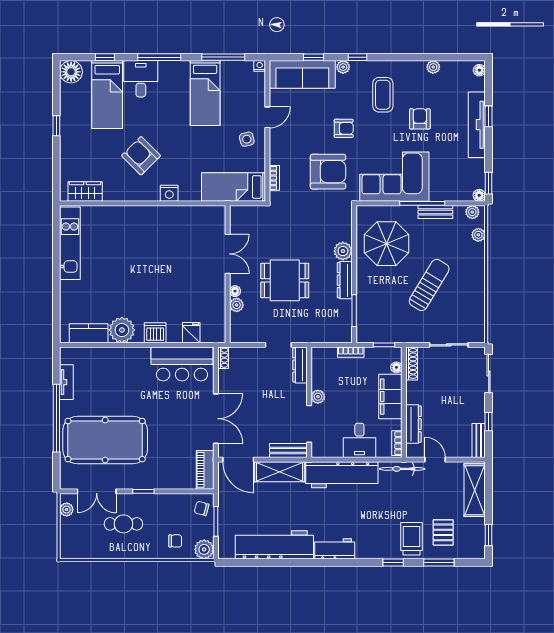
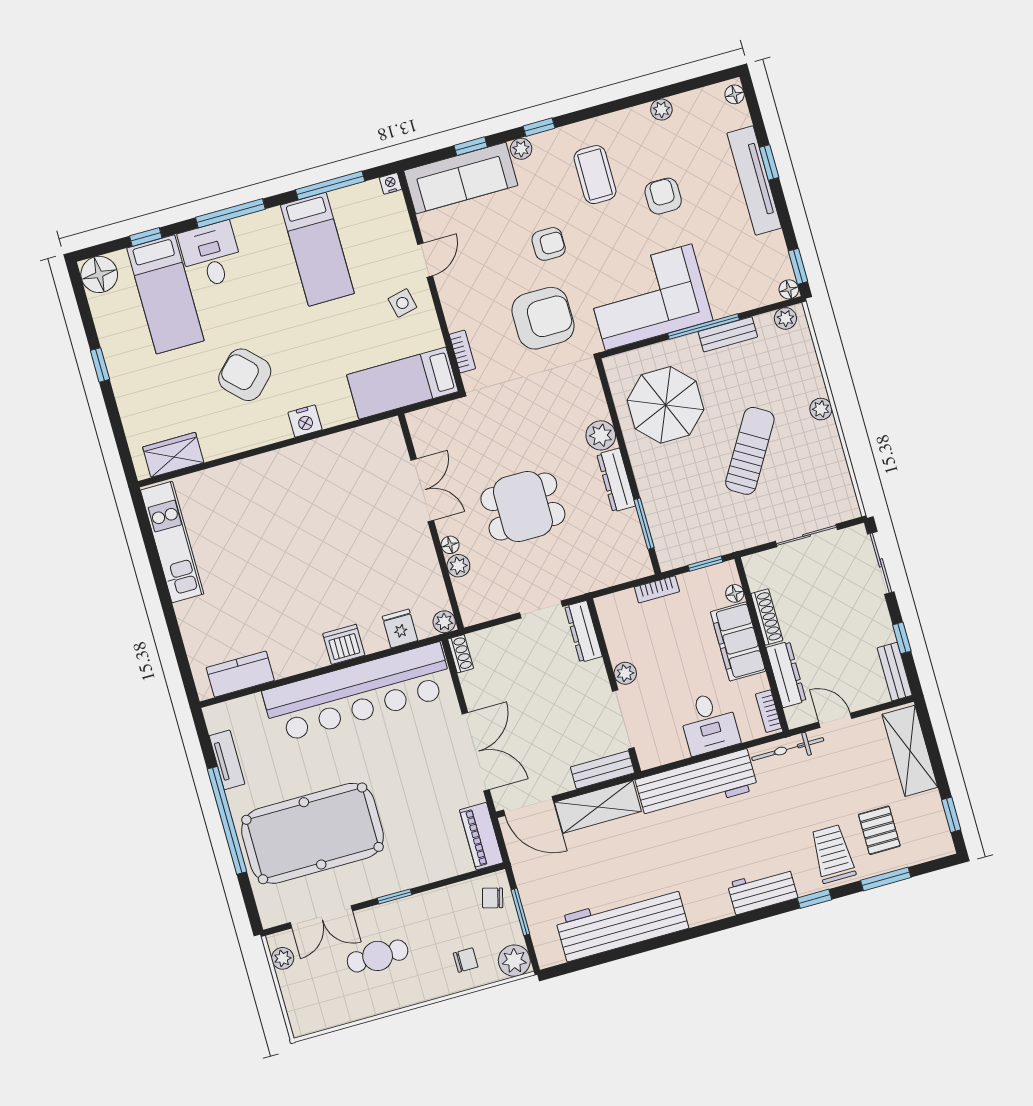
plant: (478, 235) -> (821, 409), moved
plant: (122, 330) -> (444, 622), moved, width x0.53, depth x0.53
shoe rack: (412, 363) -> (767, 617), moved
bar counter: (182, 364) -> (358, 693), width x1.86
workbench: (335, 549) -> (762, 890), moved

